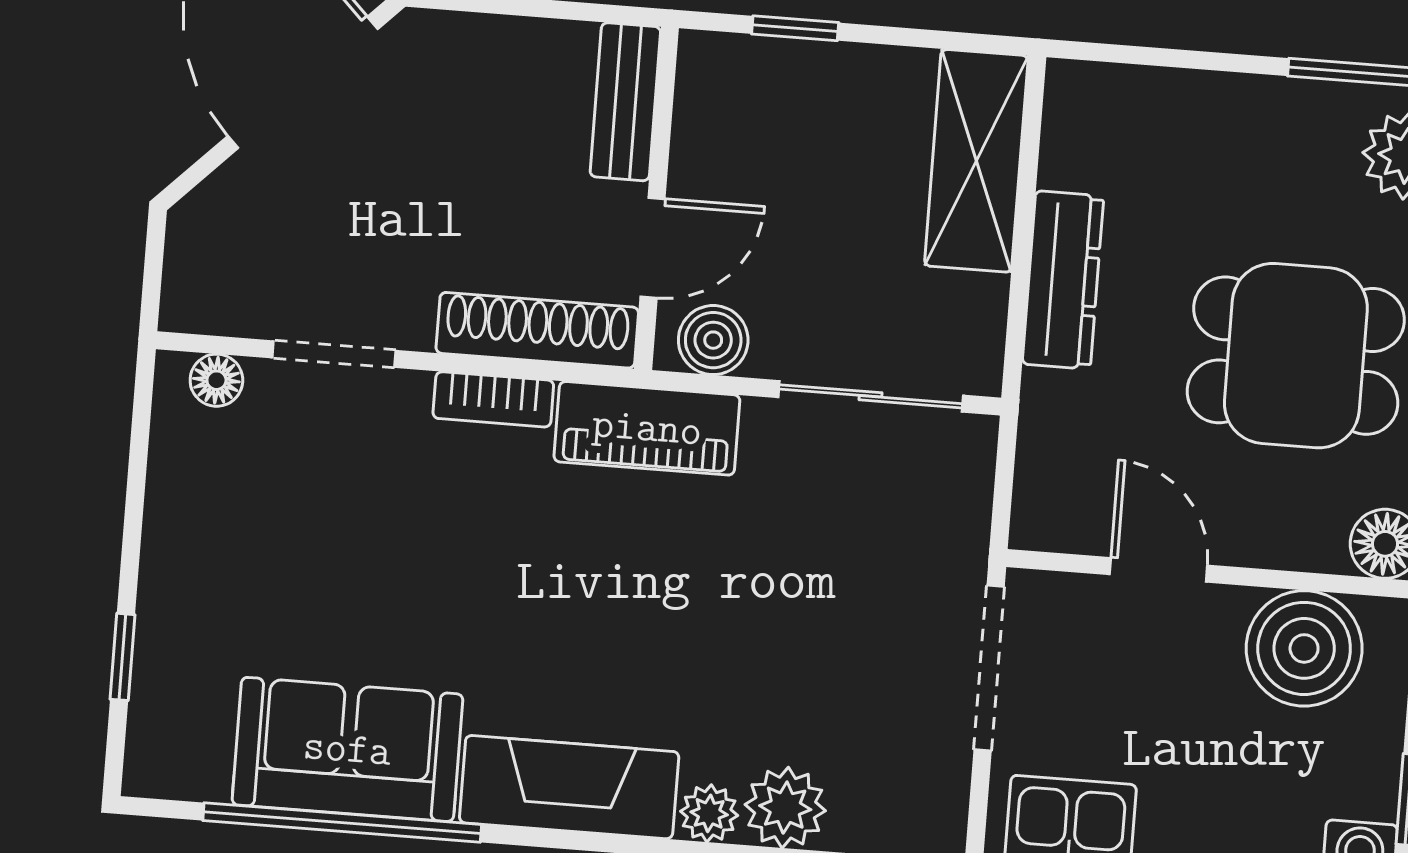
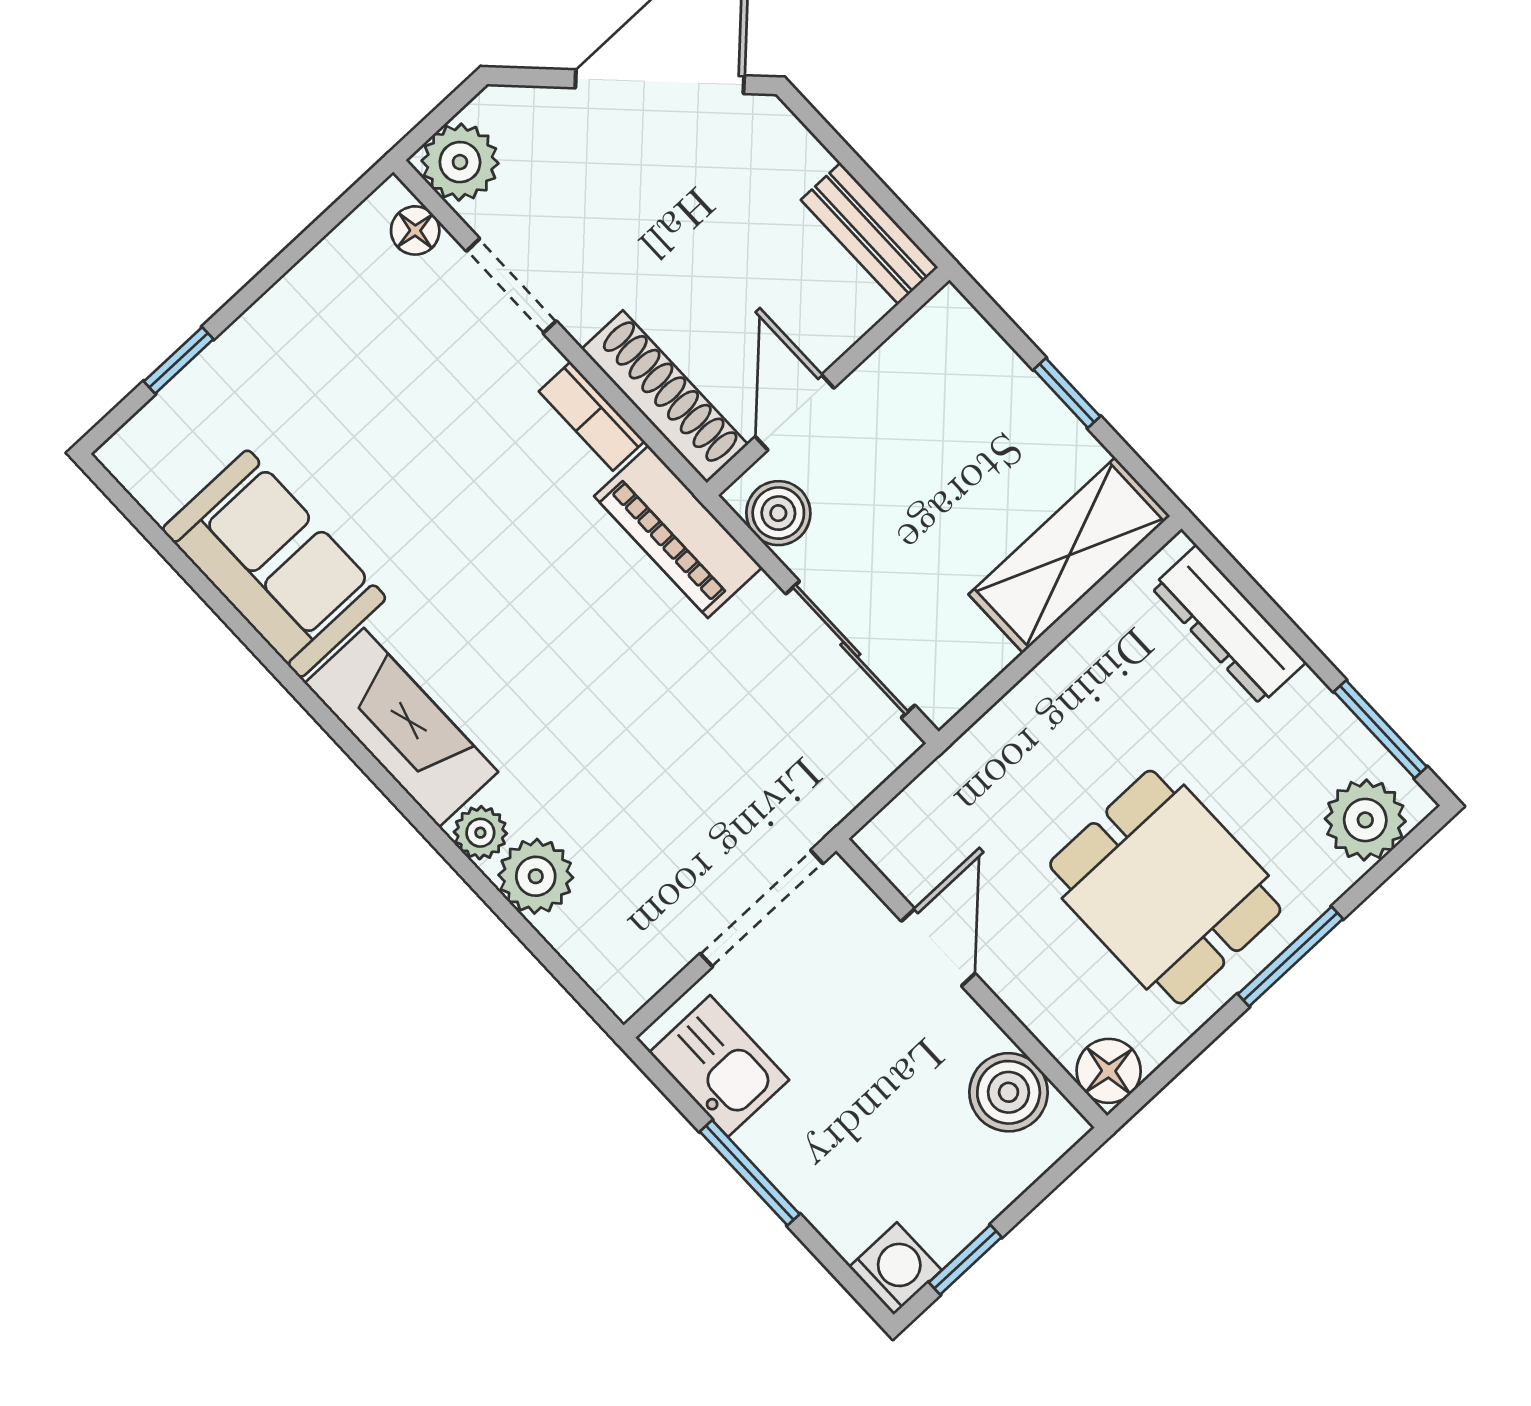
window: (795, 28) -> (1067, 393), moved
bench: (625, 102) -> (869, 234), moved, turned 90
door: (653, 248) -> (795, 412), swing flipped
dresser: (1063, 280) -> (1229, 625), moved, turned 90
plant: (202, 293) -> (460, 162), added
boiler: (1304, 648) -> (1009, 1092), width x0.73, depth x0.73
window: (342, 822) -> (225, 610), removed

